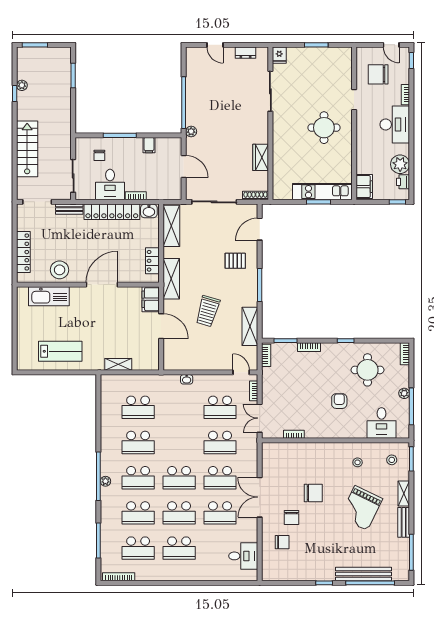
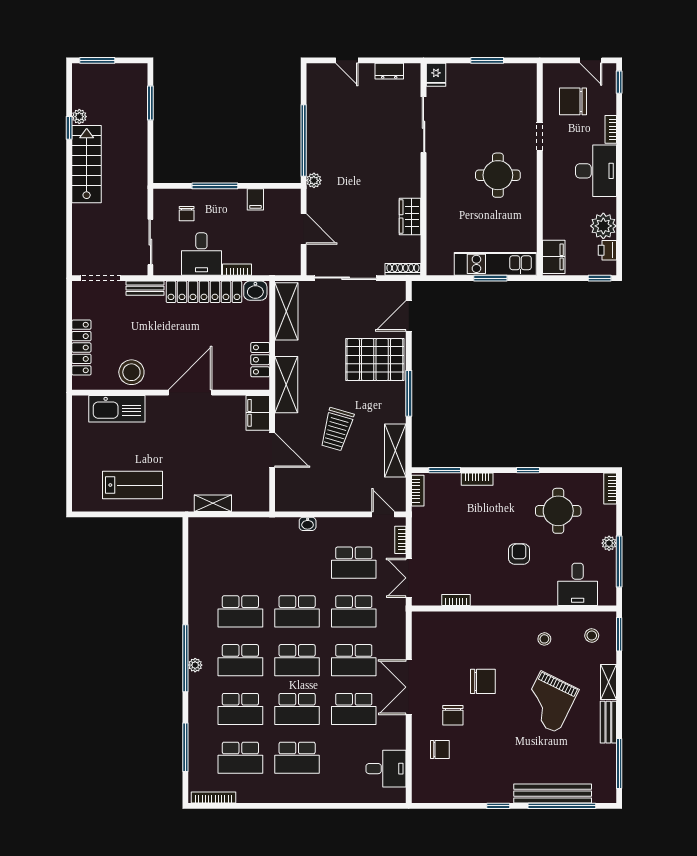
stairs: (27, 149) -> (87, 164), moved
pallet: (235, 261) -> (375, 360), width x2.05, depth x2.00
school desk: (138, 407) -> (297, 611), moved

